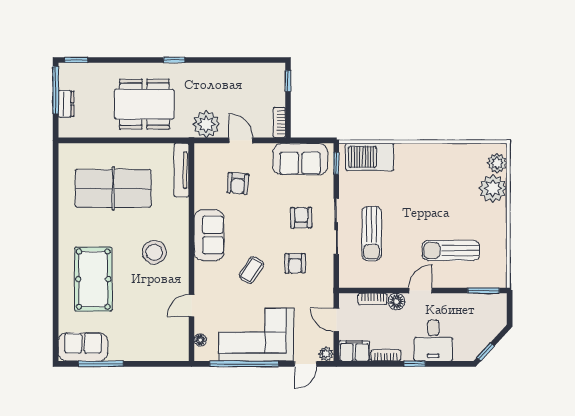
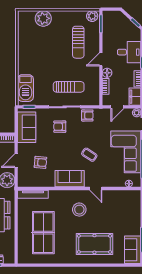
plant: (497, 163) -> (92, 16), moved
armchair: (295, 263) -> (87, 115), moved
door: (420, 291) -> (101, 59), hinge flipped
door: (191, 306) -> (96, 189), moved

